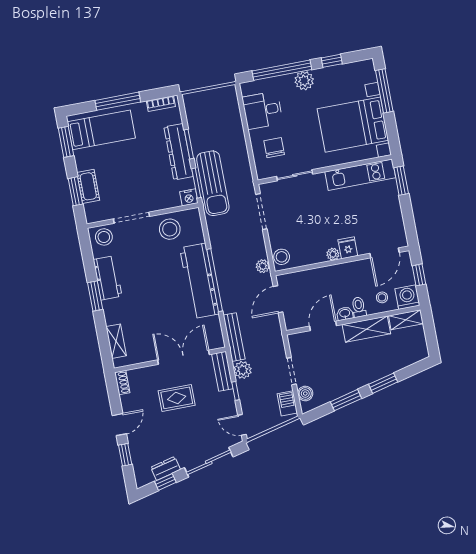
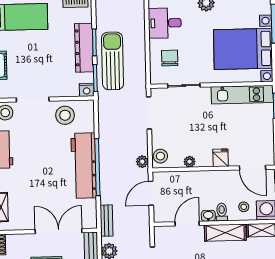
sun lounger: (213, 183) -> (113, 61), moved, turned 180
door: (385, 253) -> (252, 168), hinge flipped
plant: (333, 254) -> (189, 162), moved
bench: (234, 337) -> (106, 221), width x0.73

